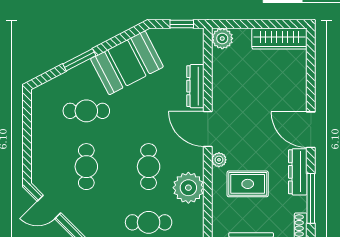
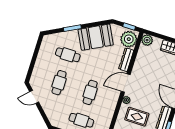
door: (208, 129) -> (126, 83), hinge flipped
plant: (188, 188) -> (129, 39), moved

